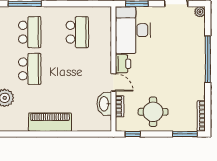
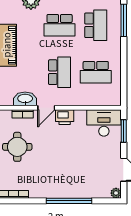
desk: (133, 30) -> (104, 123), width x0.73, depth x0.77
school desk: (30, 32) -> (96, 25), turned -90
school desk: (77, 69) -> (60, 72), added

